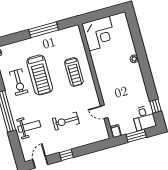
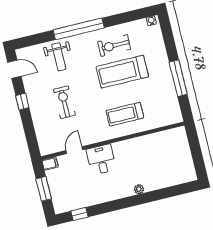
corner desk: (99, 34) -> (171, 147), removed
desk: (144, 118) -> (101, 160), moved, turned 90

